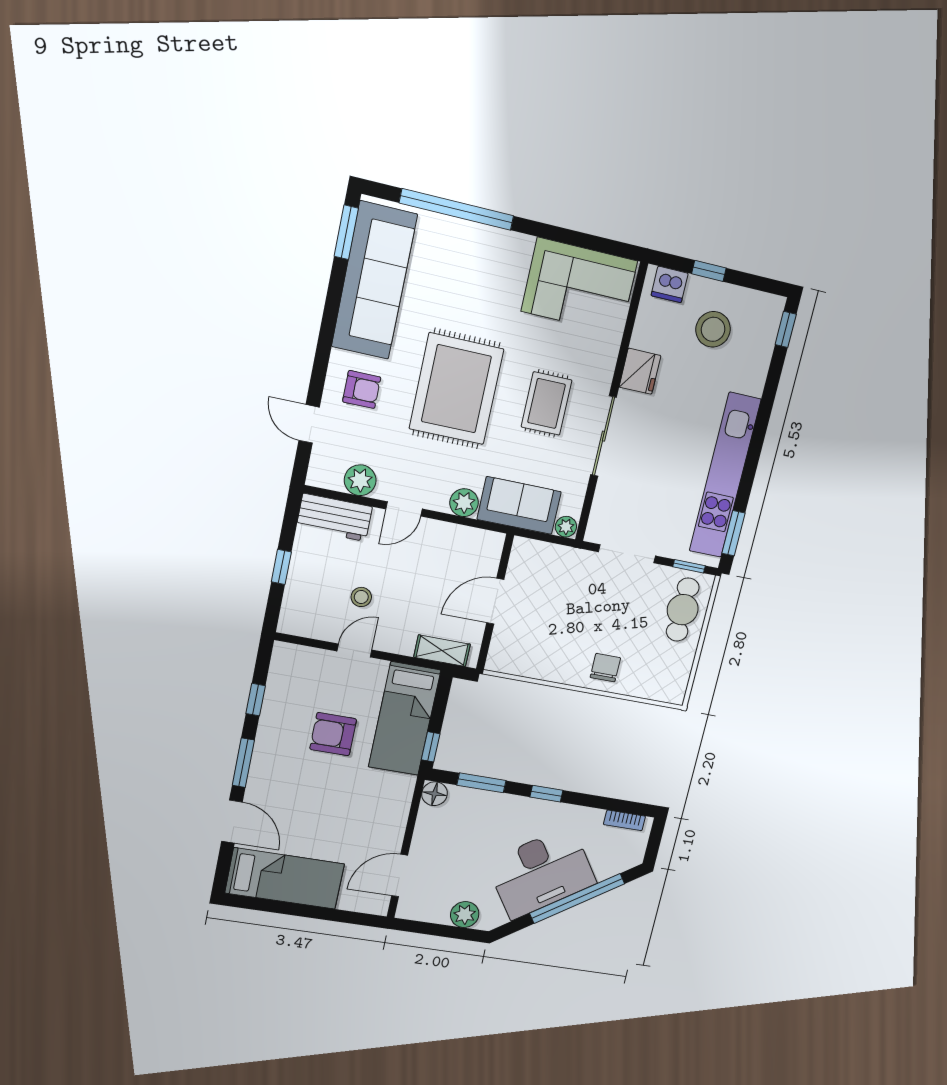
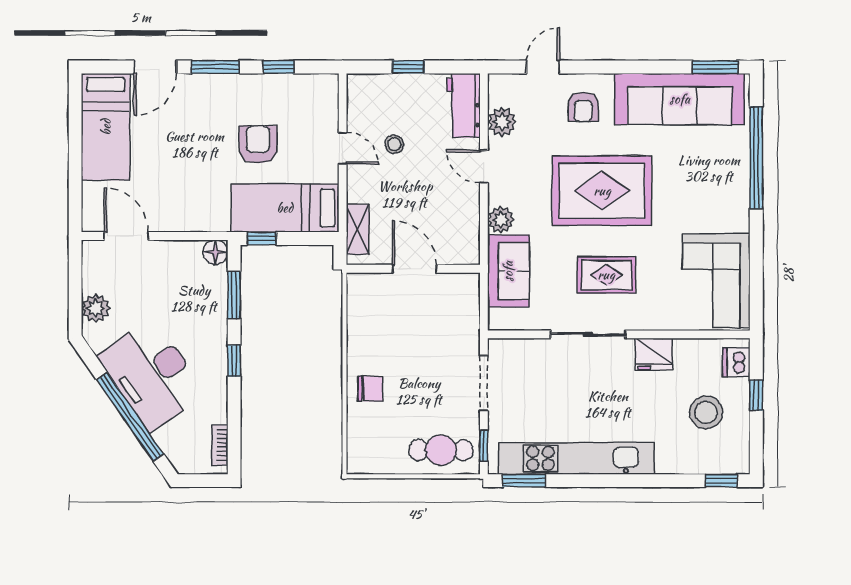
plant: (566, 527) -> (498, 319), removed

